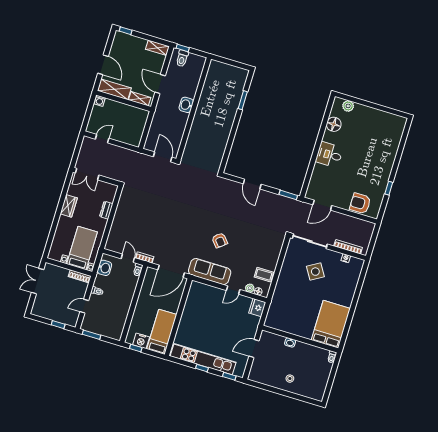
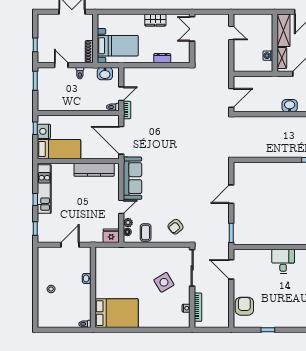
washing machine: (100, 101) -> (268, 56), moved
armchair: (220, 240) -> (176, 227), moved
door: (233, 290) -> (121, 207), swing flipped
kitchen counter: (191, 305) -> (94, 170), added
door: (254, 348) -> (70, 245), hinge flipped
kitchen unit: (203, 359) -> (44, 189), width x0.73

